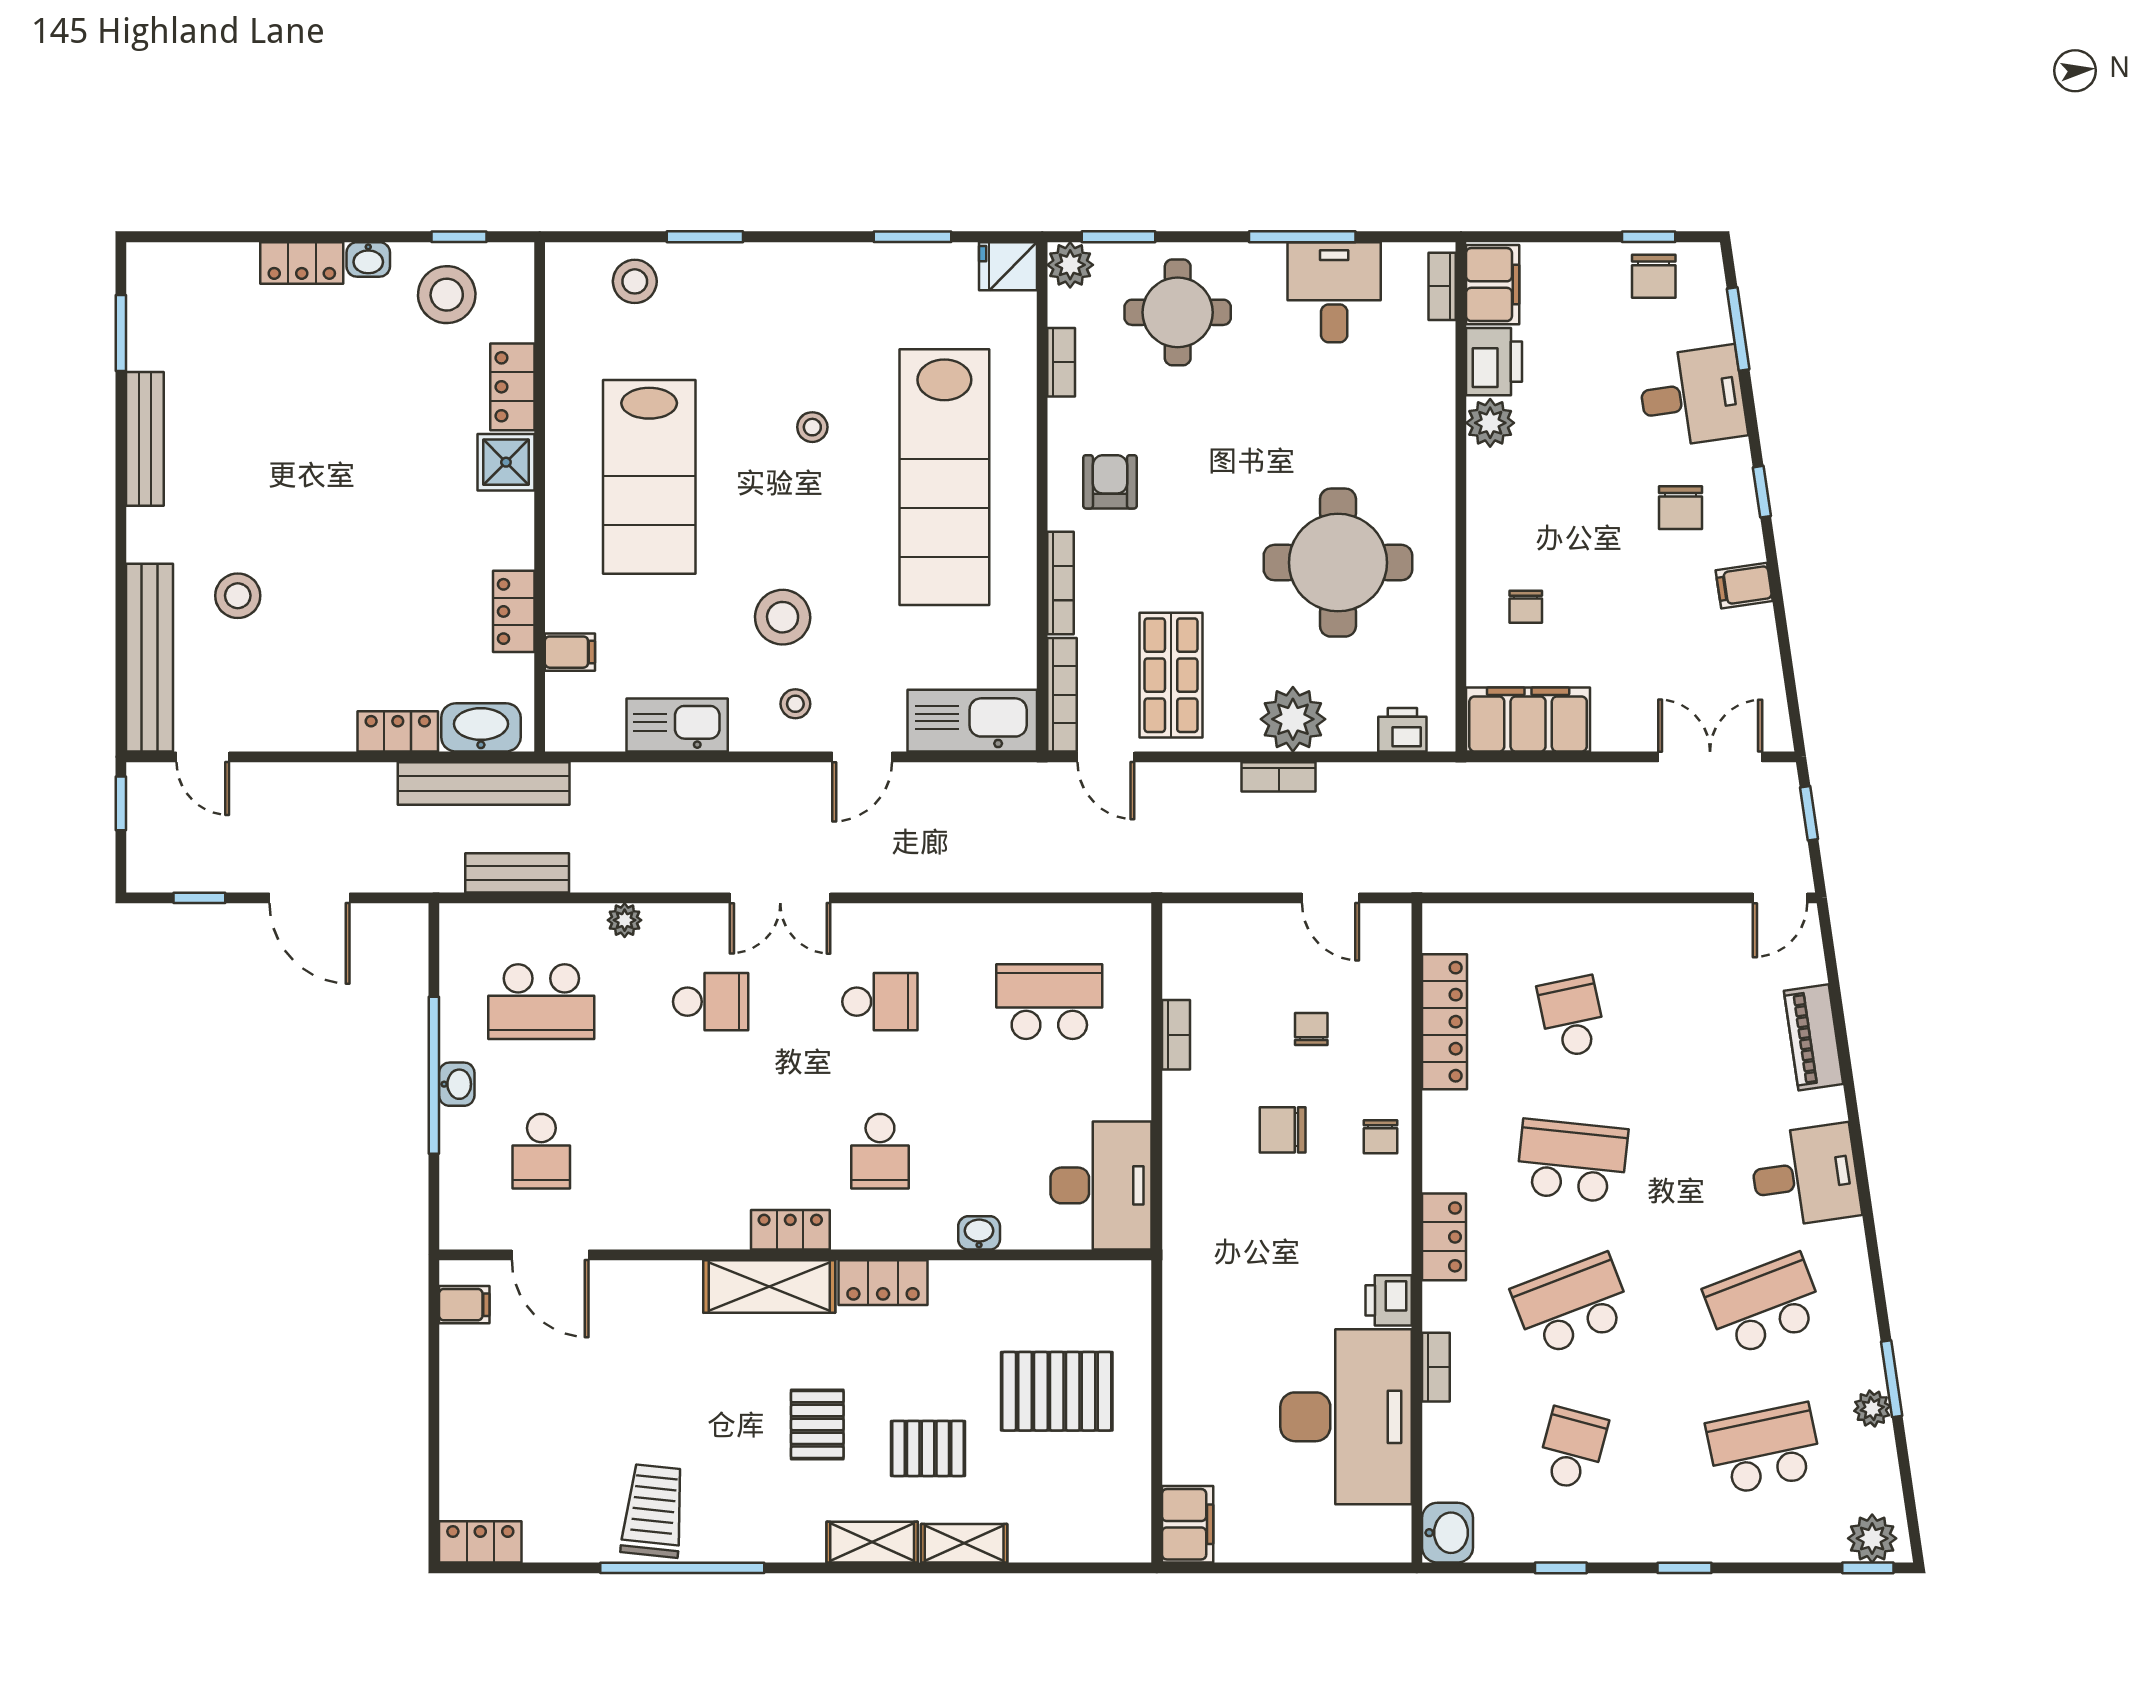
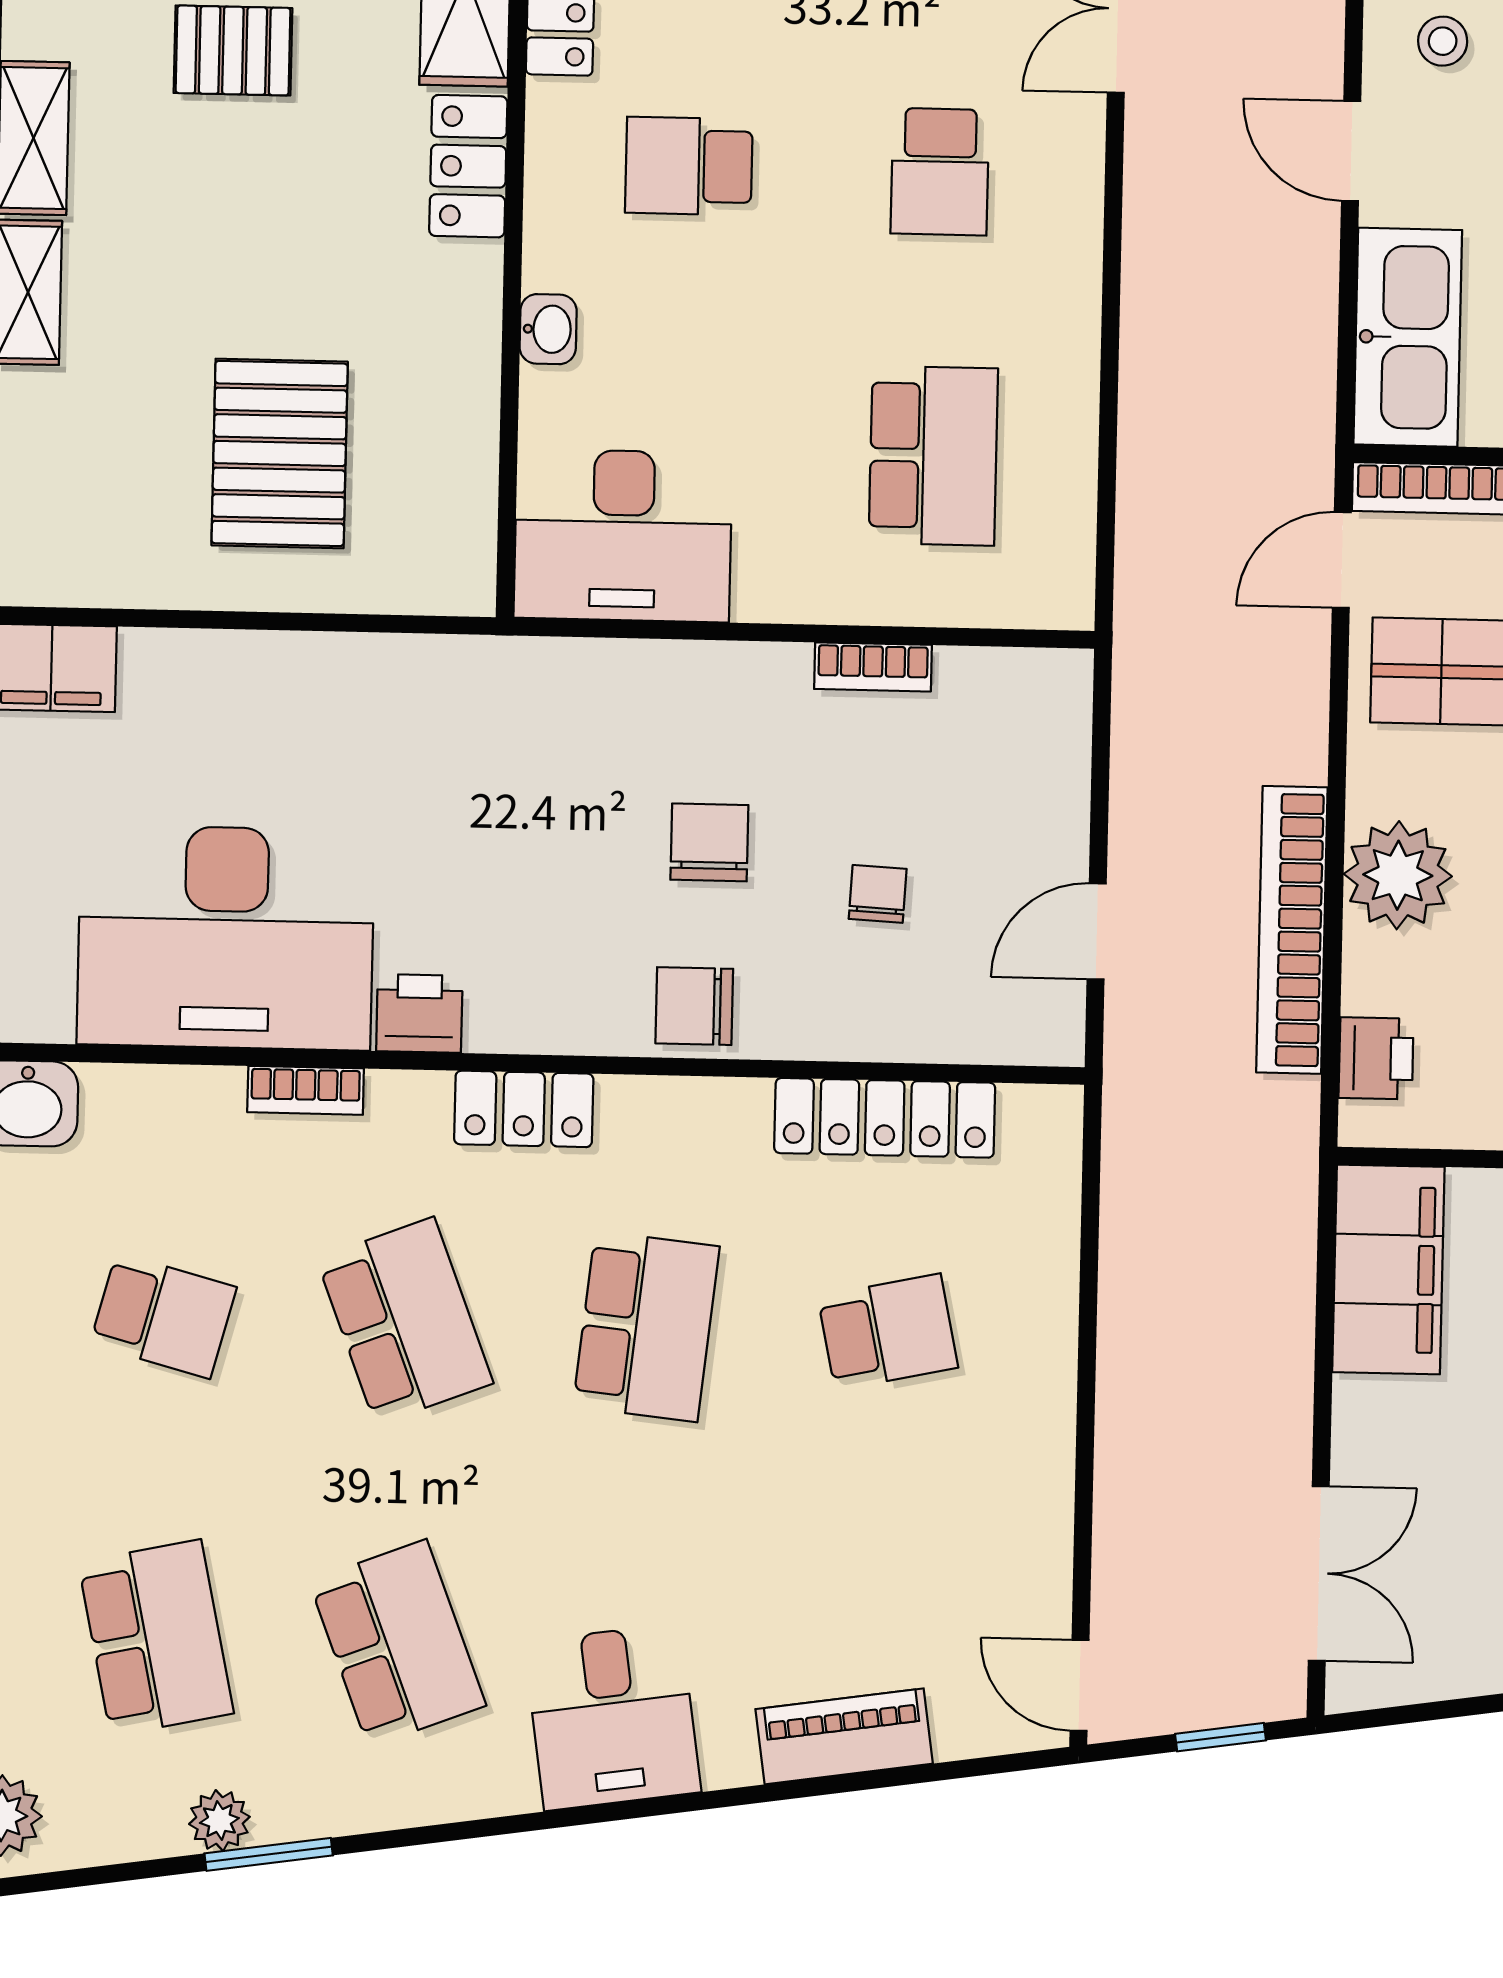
bookcase: (1279, 777) -> (1292, 930), width x2.31, depth x1.31
chair: (1311, 1029) -> (878, 894), turned -87
chair: (1380, 1137) -> (694, 1006), width x1.37, depth x1.37
pallet: (928, 1448) -> (189, 235), removed

